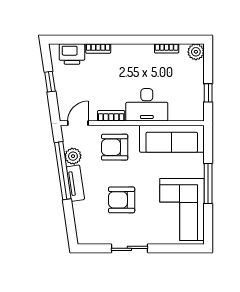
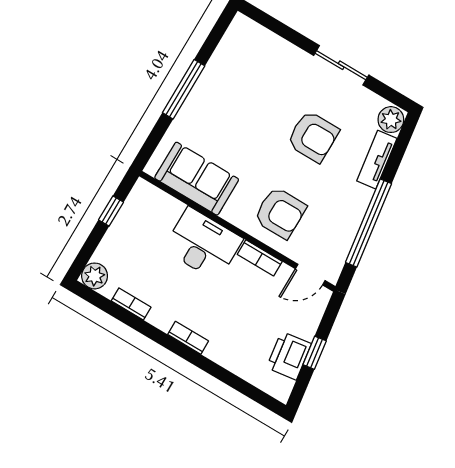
bookcase: (98, 48) -> (188, 338), moved
printer: (72, 54) -> (289, 356), moved, turned -98
sofa: (172, 139) -> (197, 179), width x0.73
plant: (73, 156) -> (391, 120), moved
tv unit: (75, 183) -> (377, 160), moved
corner sofa: (182, 210) -> (240, 75), removed

